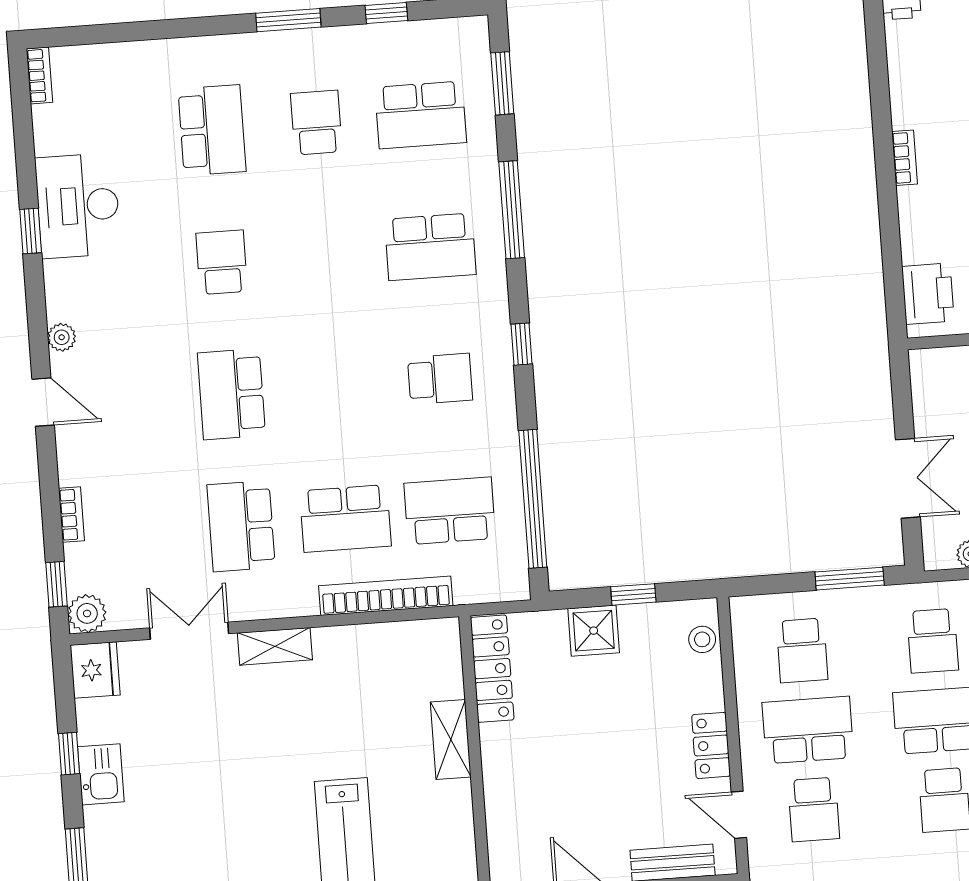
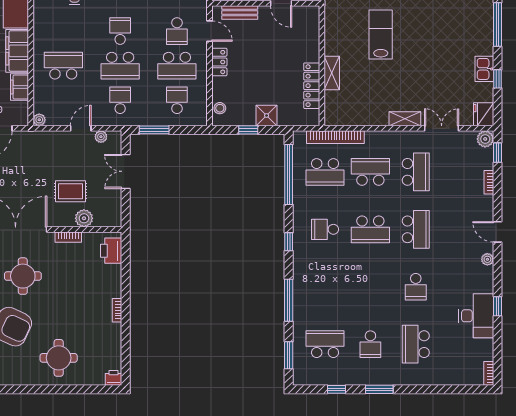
school desk: (430, 247) -> (370, 229), moved, turned 180
bookcase: (386, 596) -> (335, 137), moved
double door: (189, 631) -> (442, 128), swing flipped
locker: (492, 669) -> (312, 86), moved
school desk: (814, 810) -> (177, 31), turned 180

